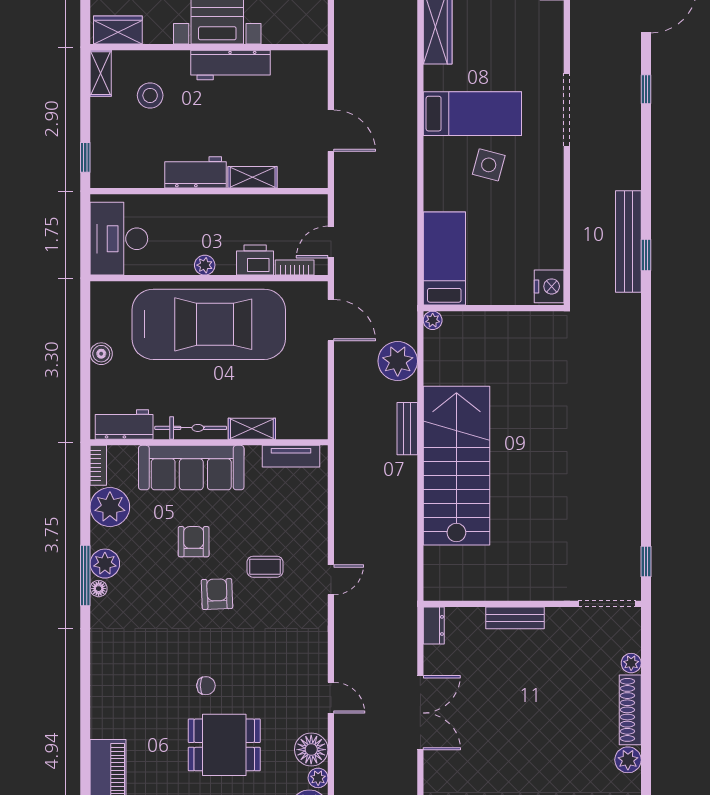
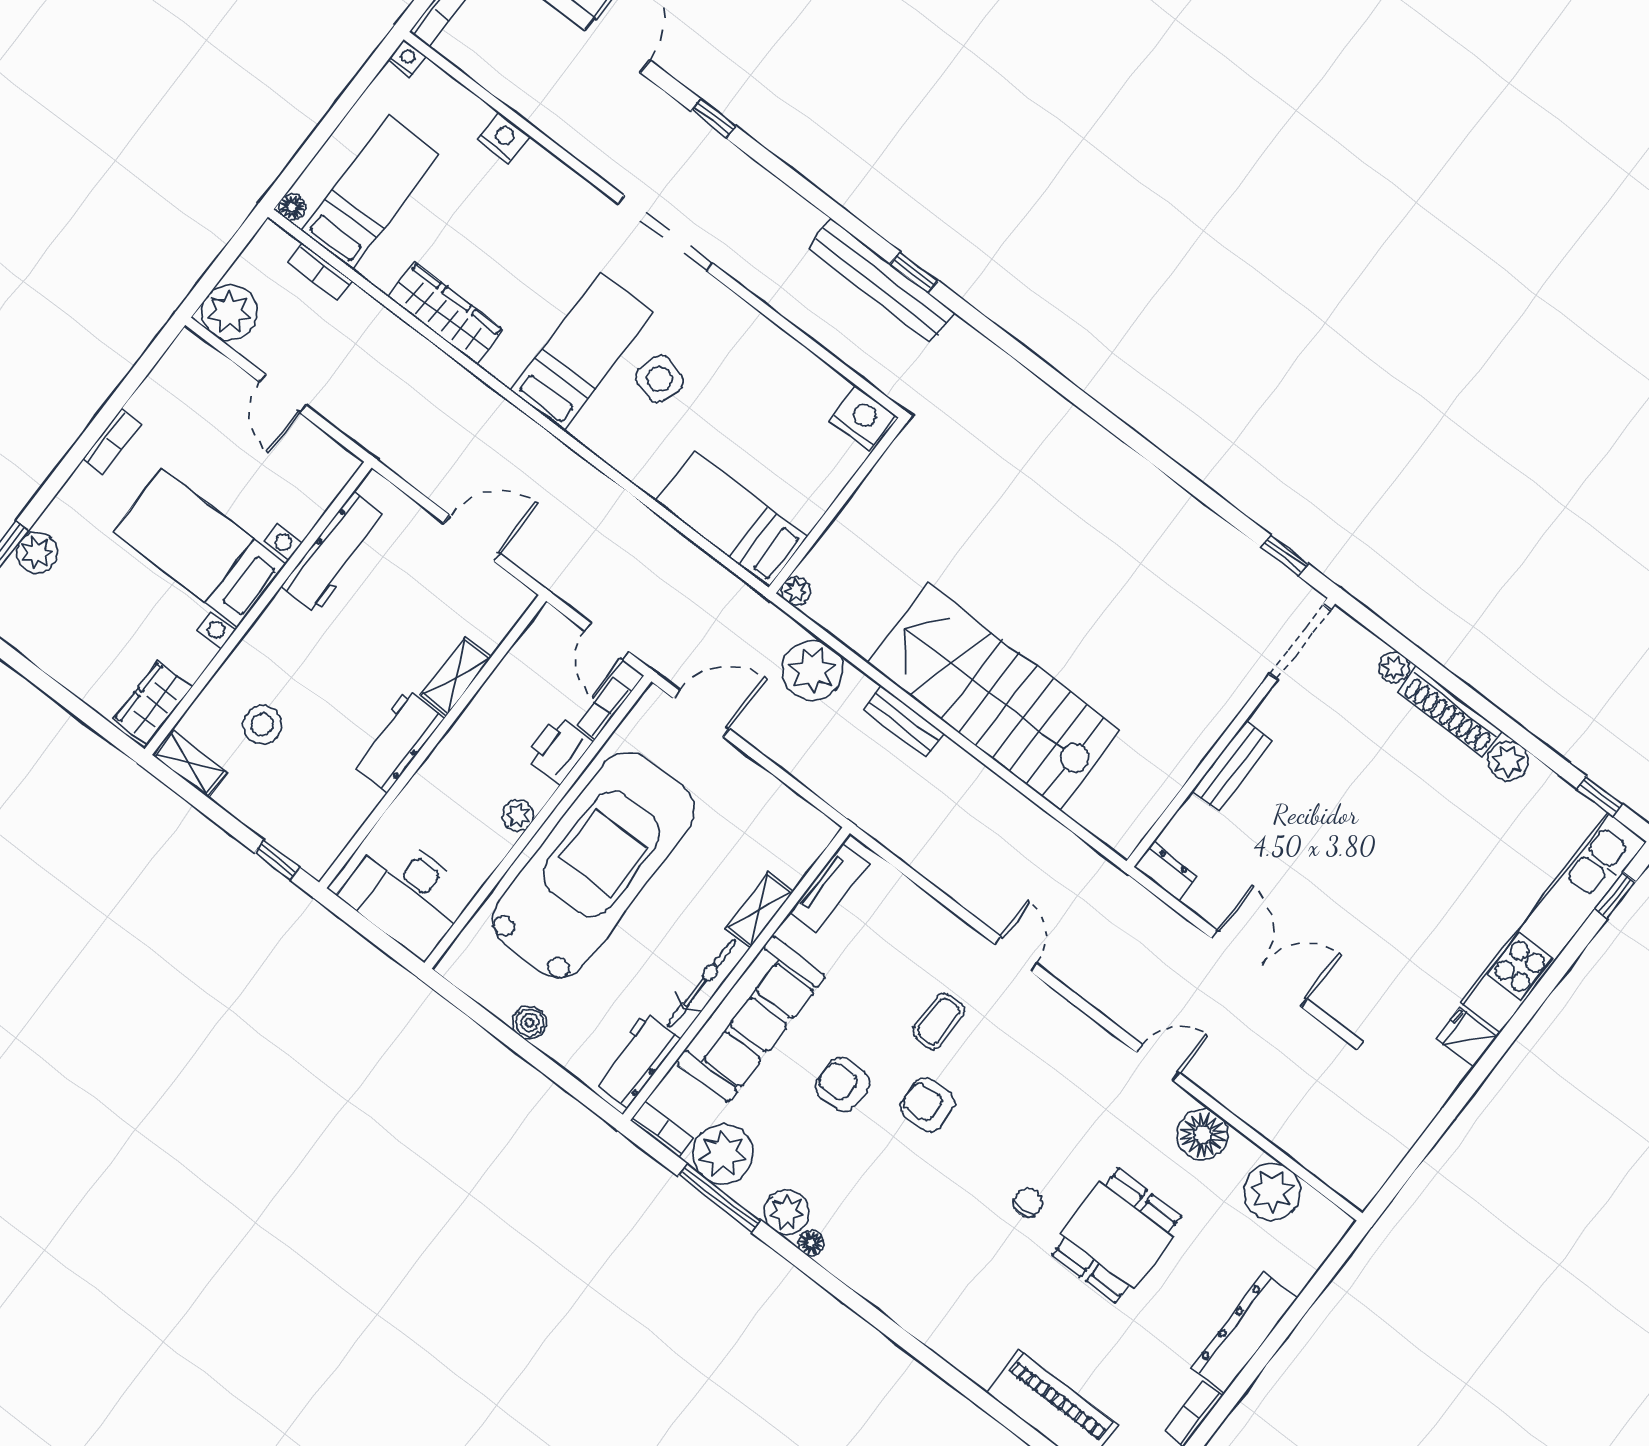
workbench: (230, 65) -> (335, 553), moved
window: (85, 575) -> (719, 1198), moved
plant: (318, 778) -> (1243, 1153), removed

